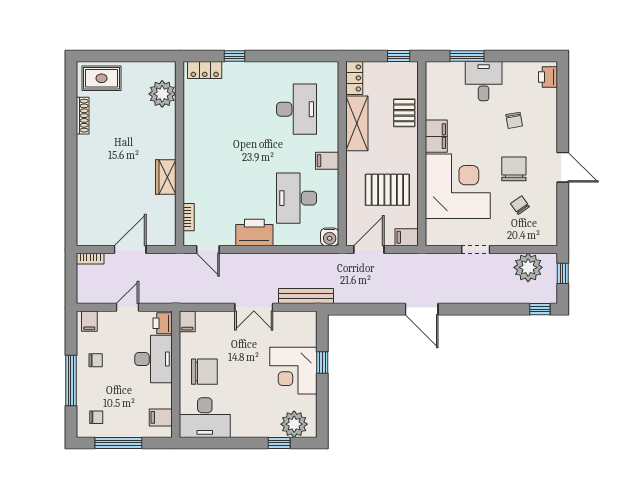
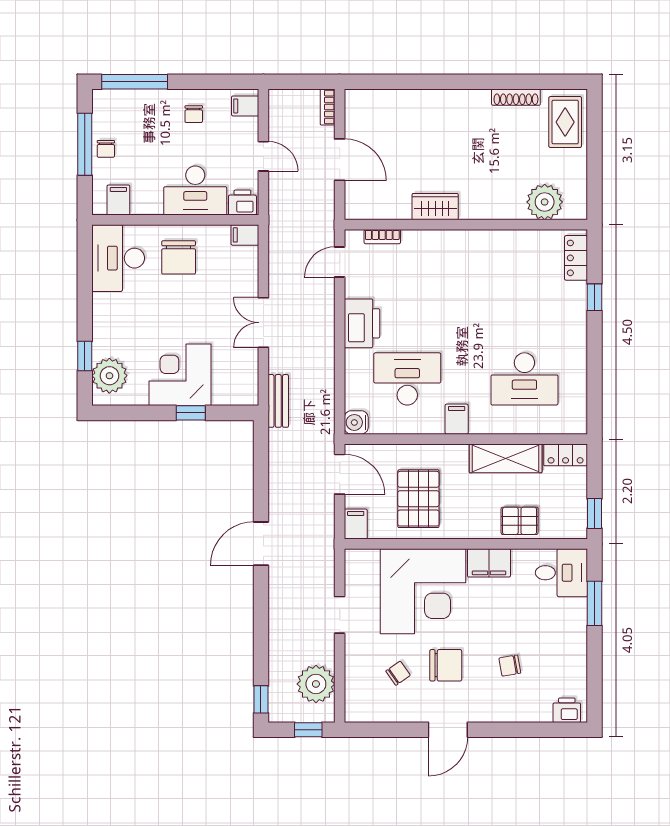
desk: (484, 81) -> (561, 573), moved
bench: (306, 296) -> (278, 401), width x0.73
window: (71, 381) -> (135, 82), moved
chair: (96, 417) -> (106, 149), moved

